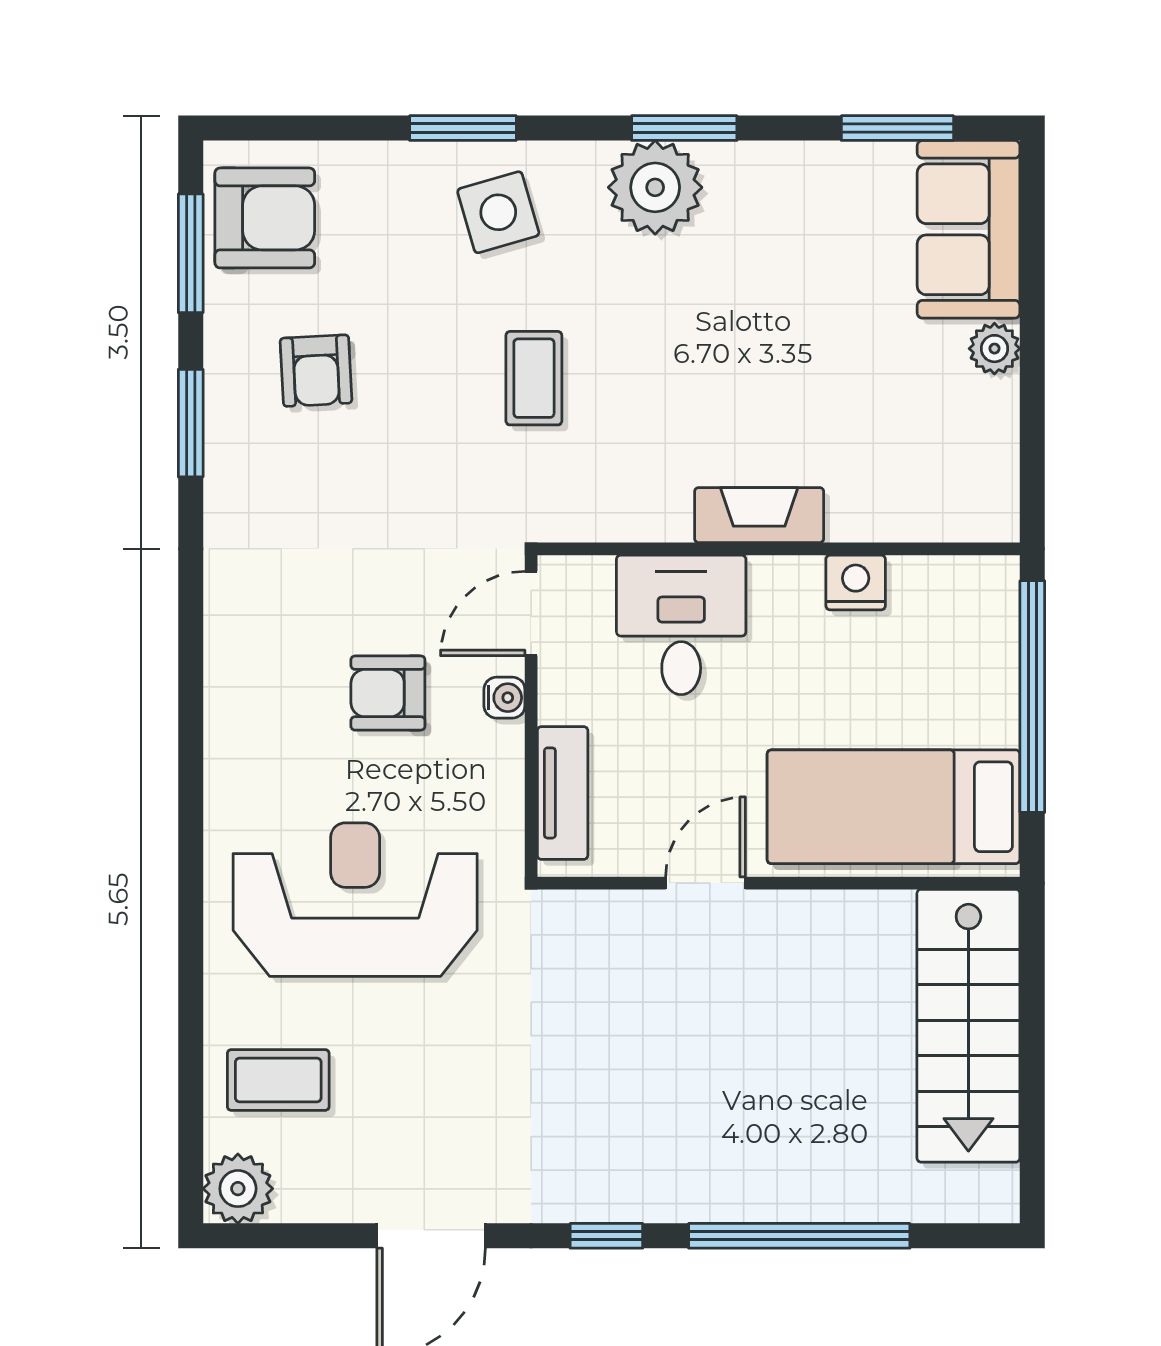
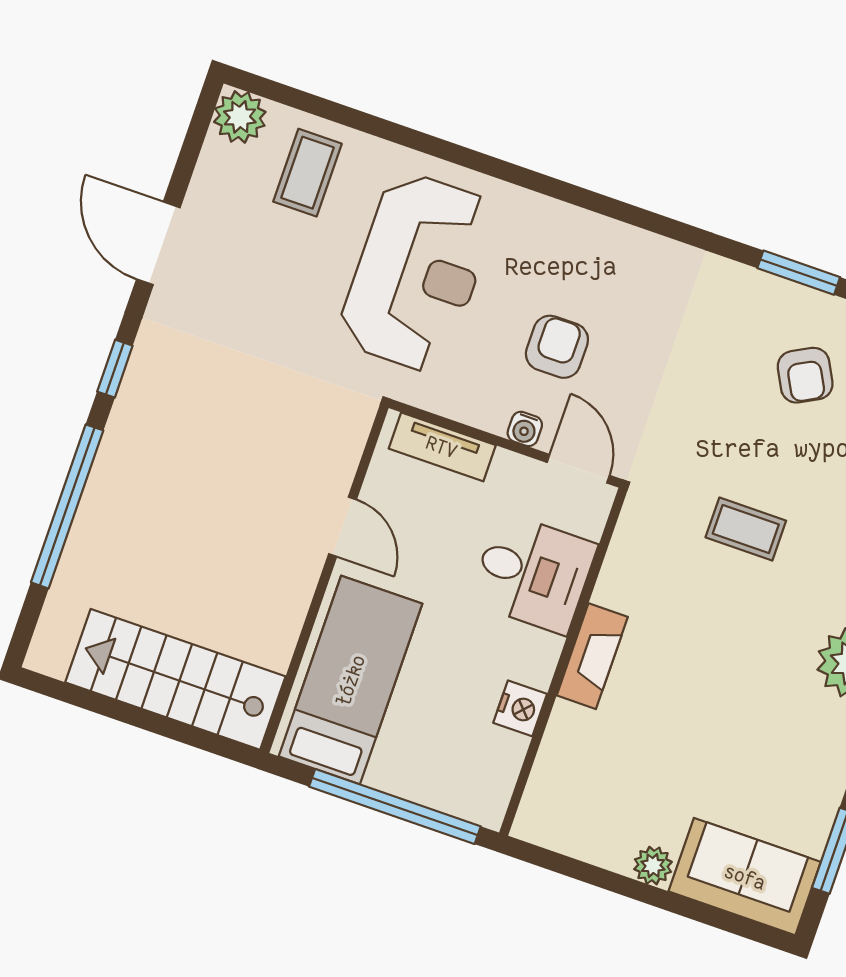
armchair: (316, 371) -> (805, 375), turned -115

